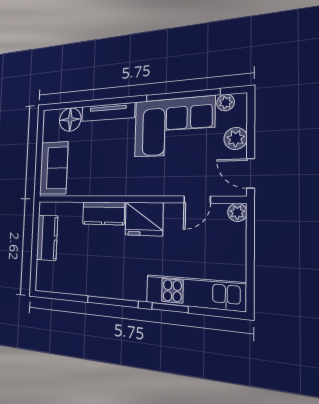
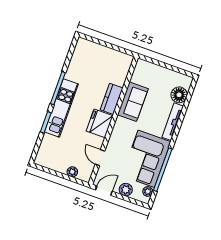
sofa: (54, 168) -> (133, 102), moved, turned -90
plant: (237, 212) -> (72, 172), moved
kitchen counter: (47, 238) -> (109, 55), removed
kitchen unit: (195, 293) -> (61, 108), moved

